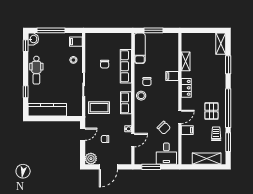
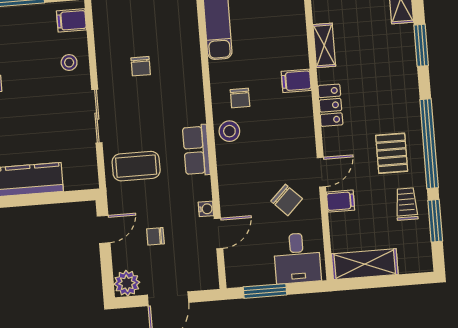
row of seats: (126, 66) -> (189, 67), removed
shelving: (207, 159) -> (365, 264), moved

